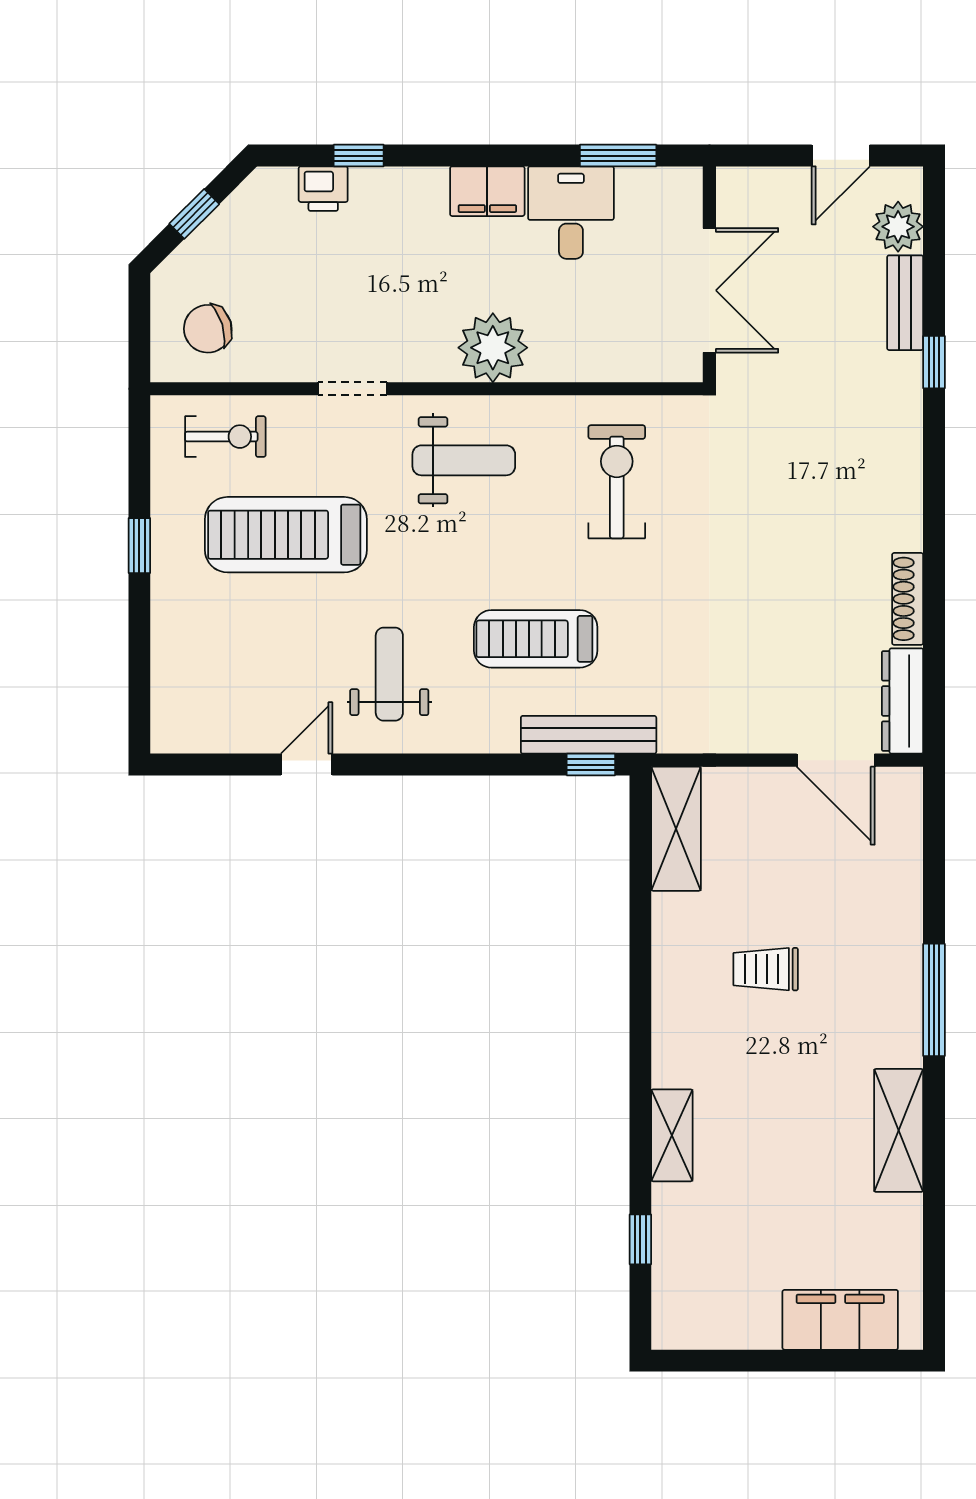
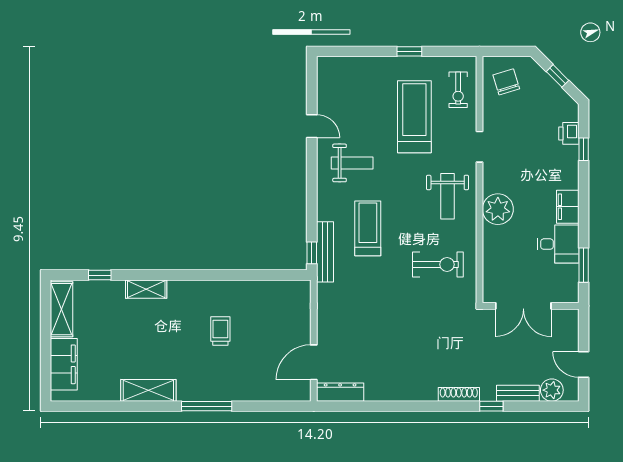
shoe rack: (908, 599) -> (459, 394), moved
shelving: (676, 829) -> (62, 309), moved, turned 90

